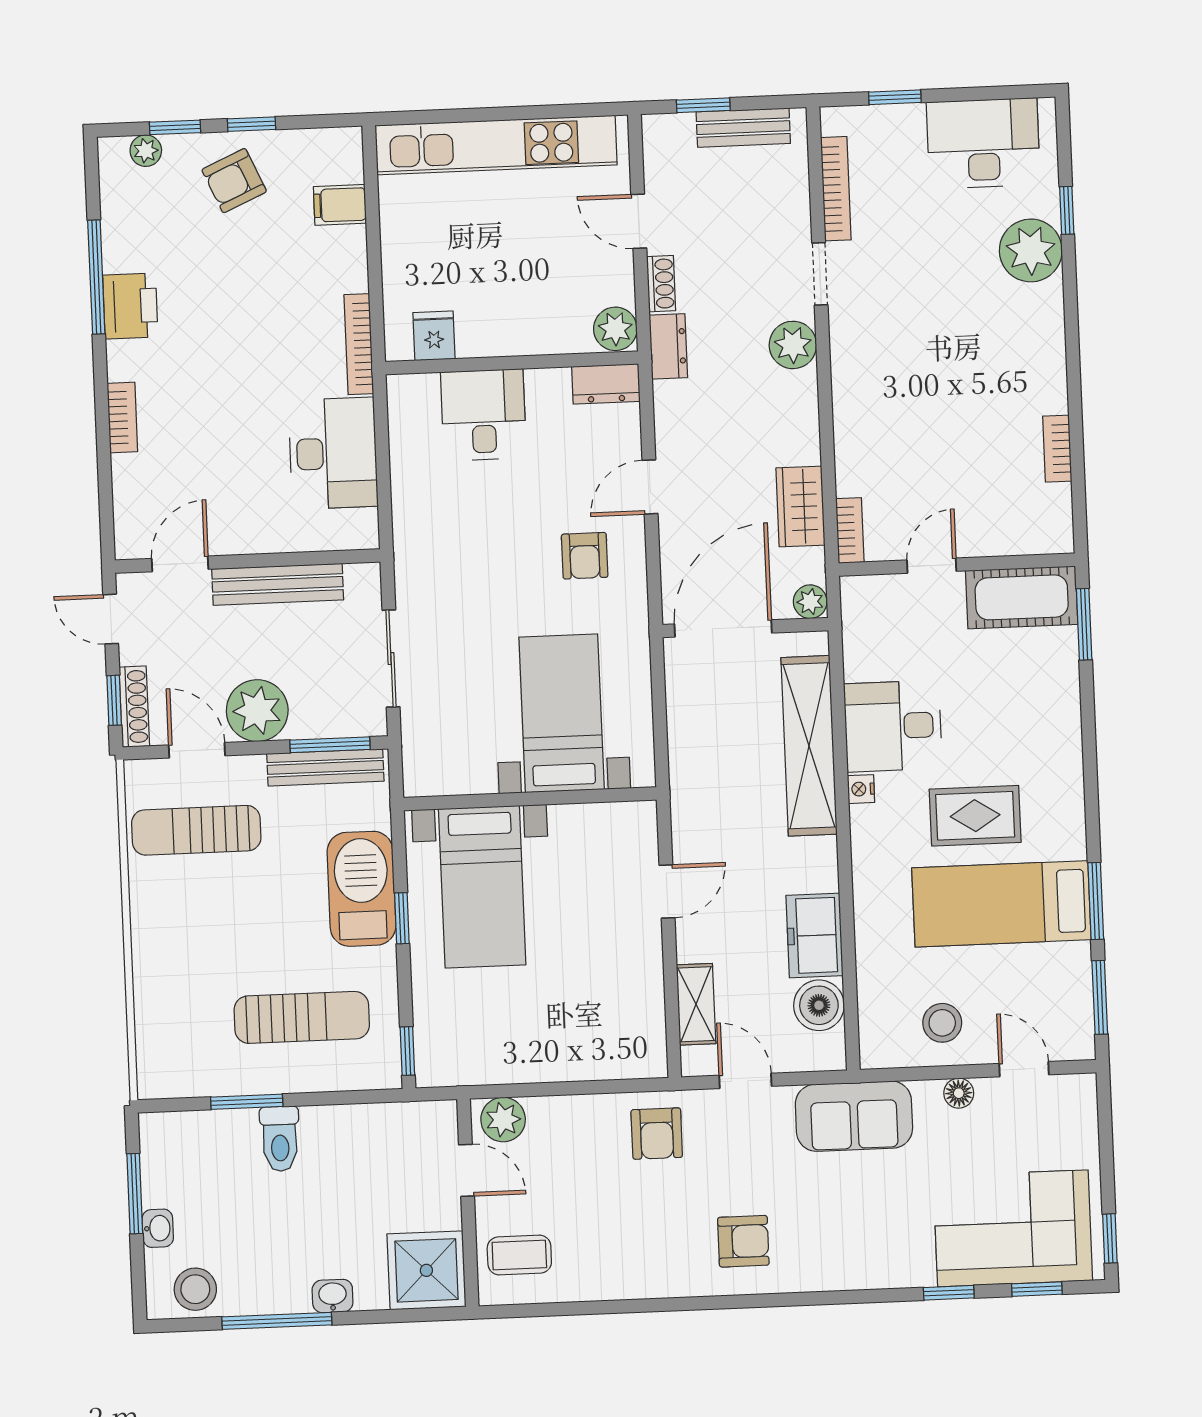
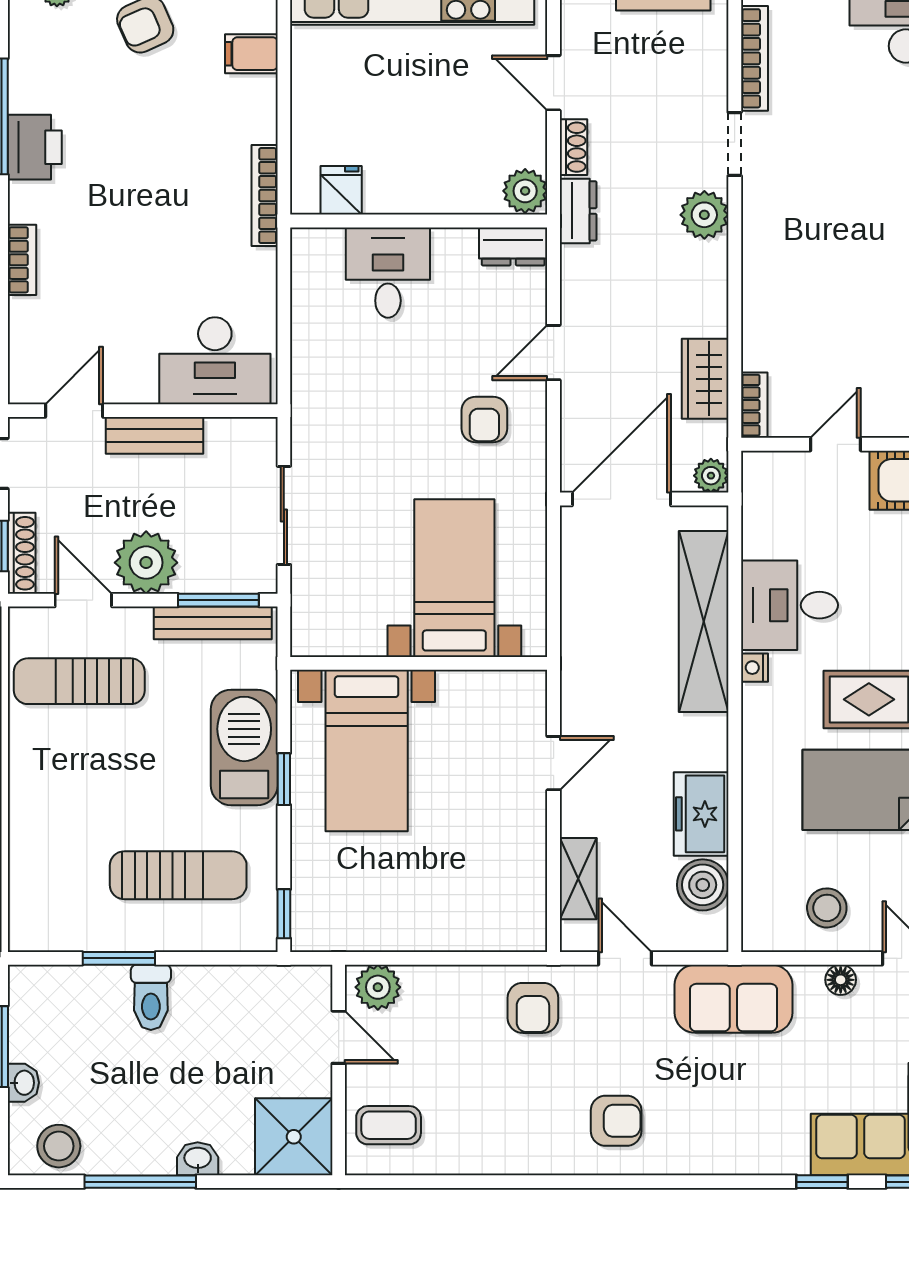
desk: (333, 453) -> (215, 361), moved, turned 90
bench: (278, 584) -> (155, 435), width x0.73

